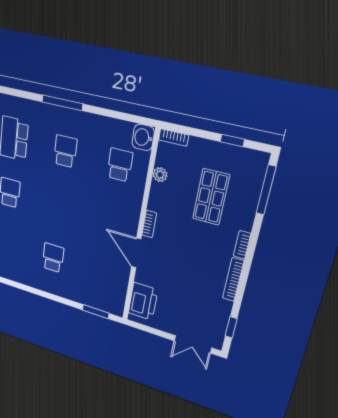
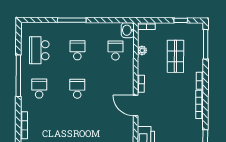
school desk: (53, 258) -> (77, 89), moved

